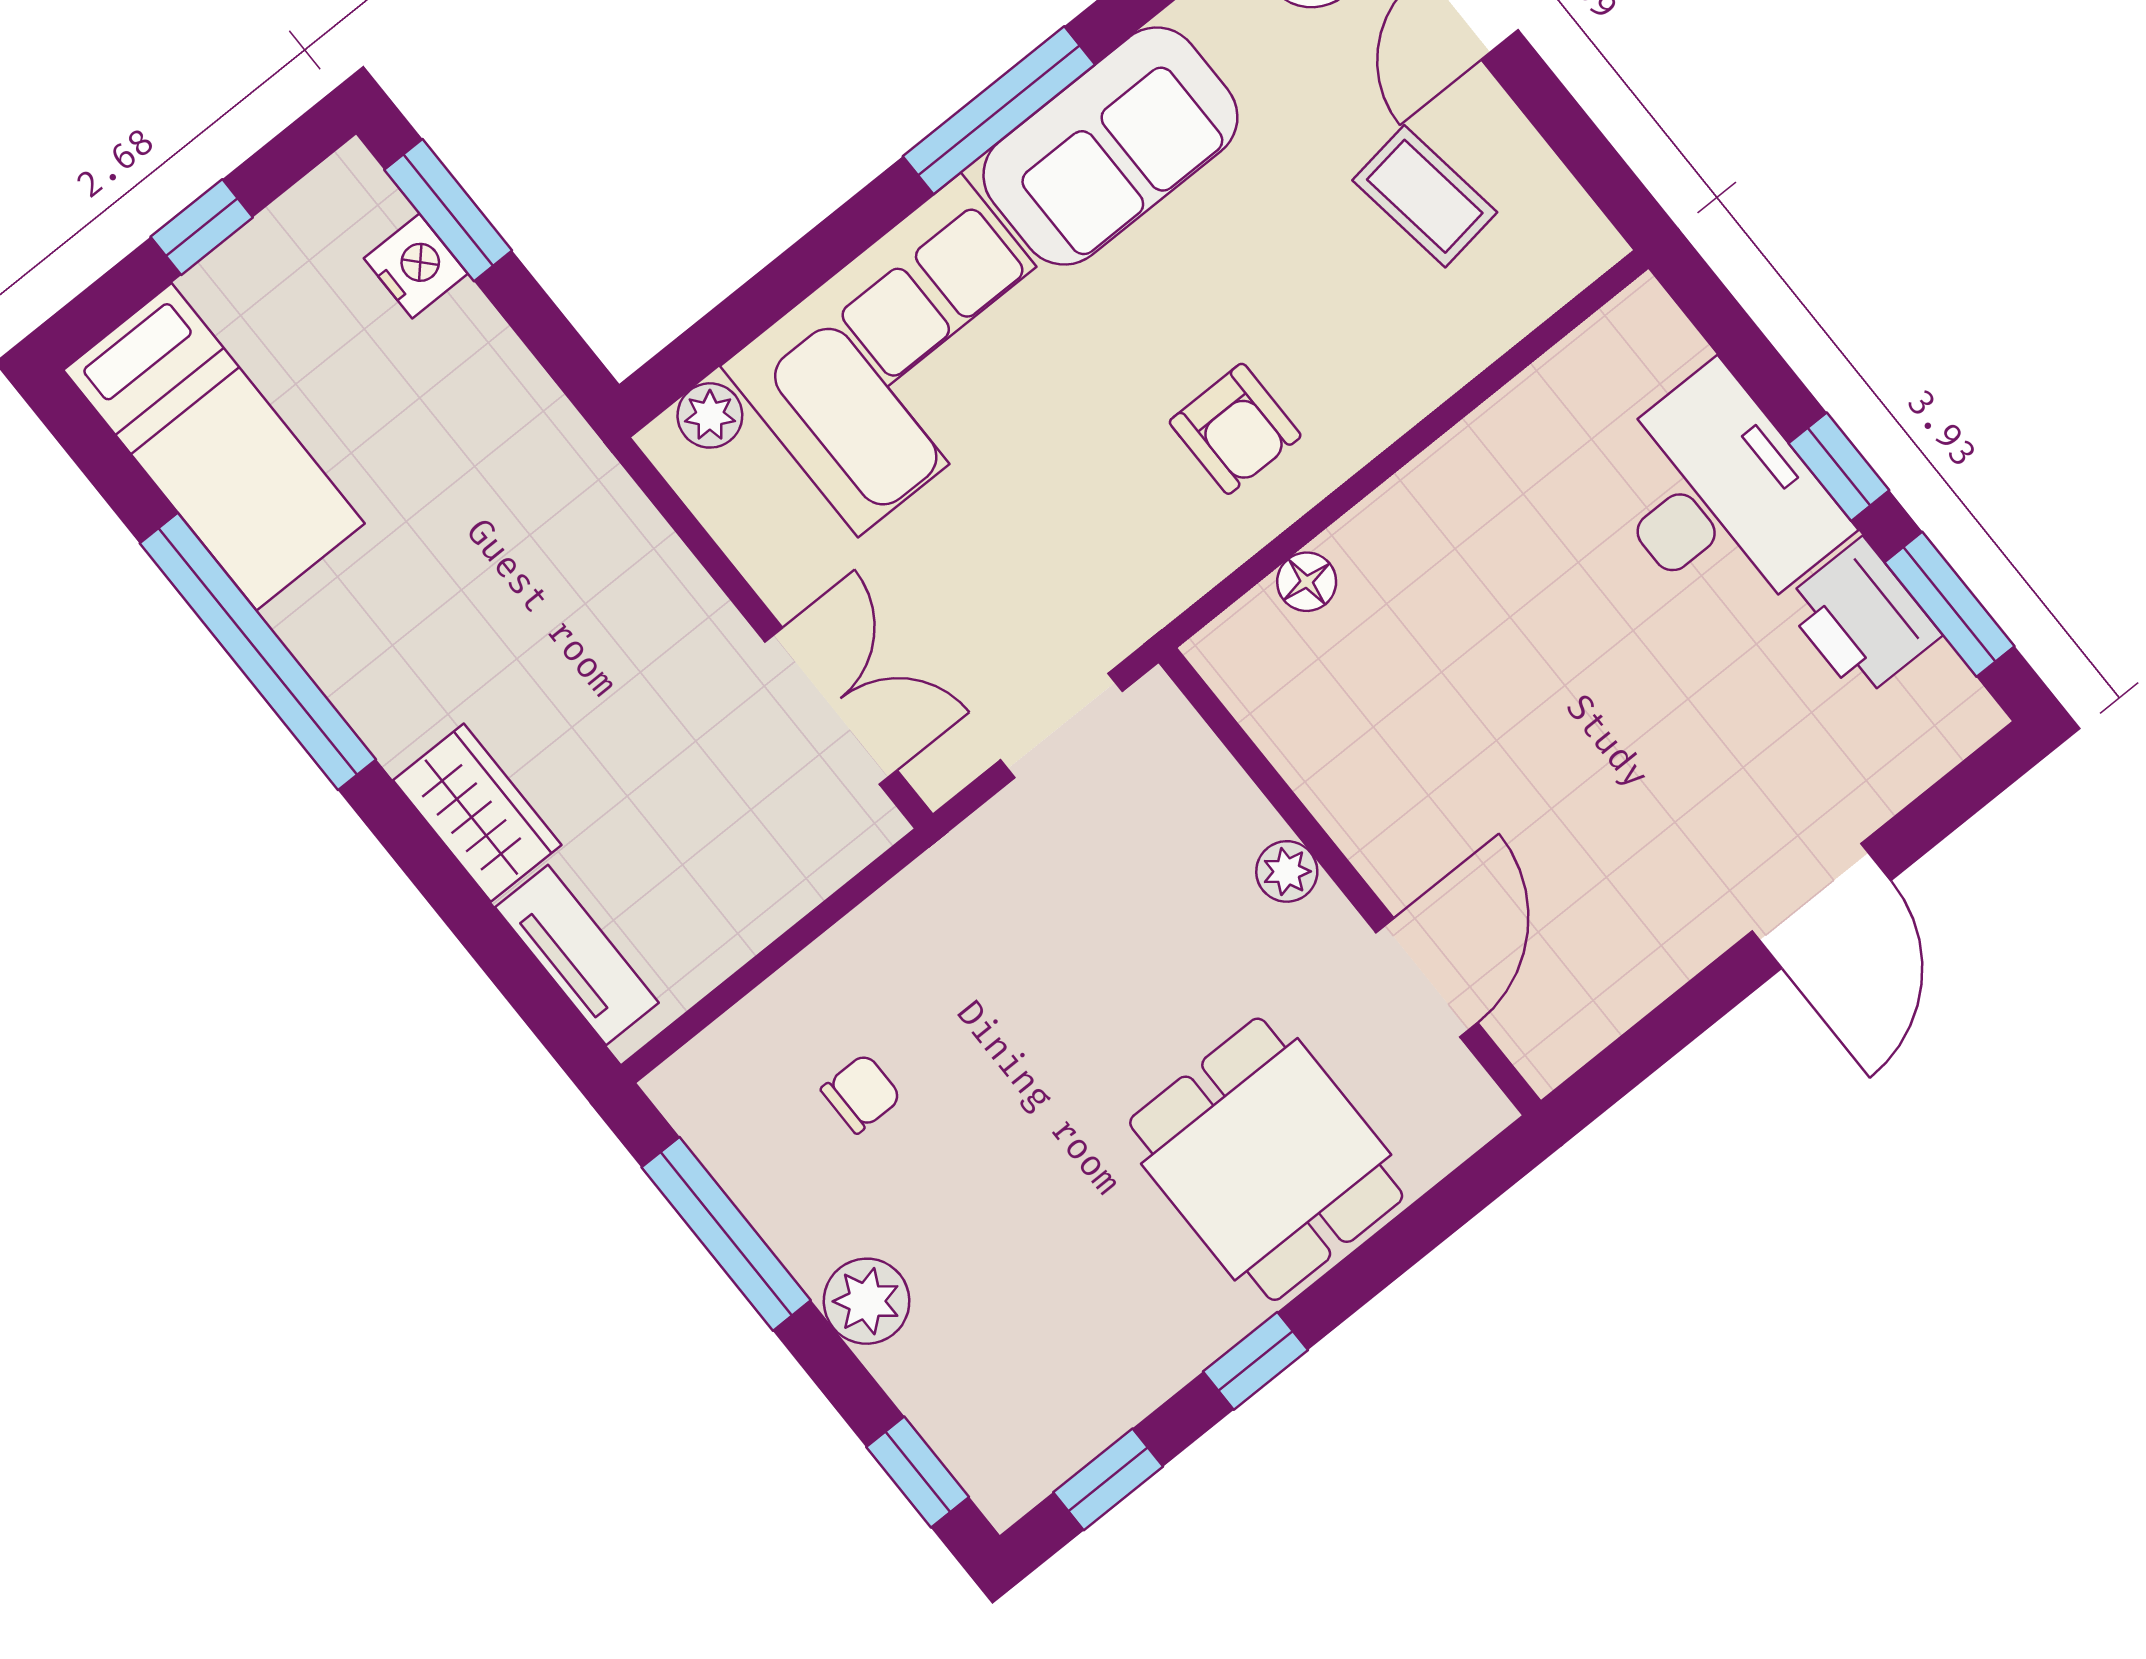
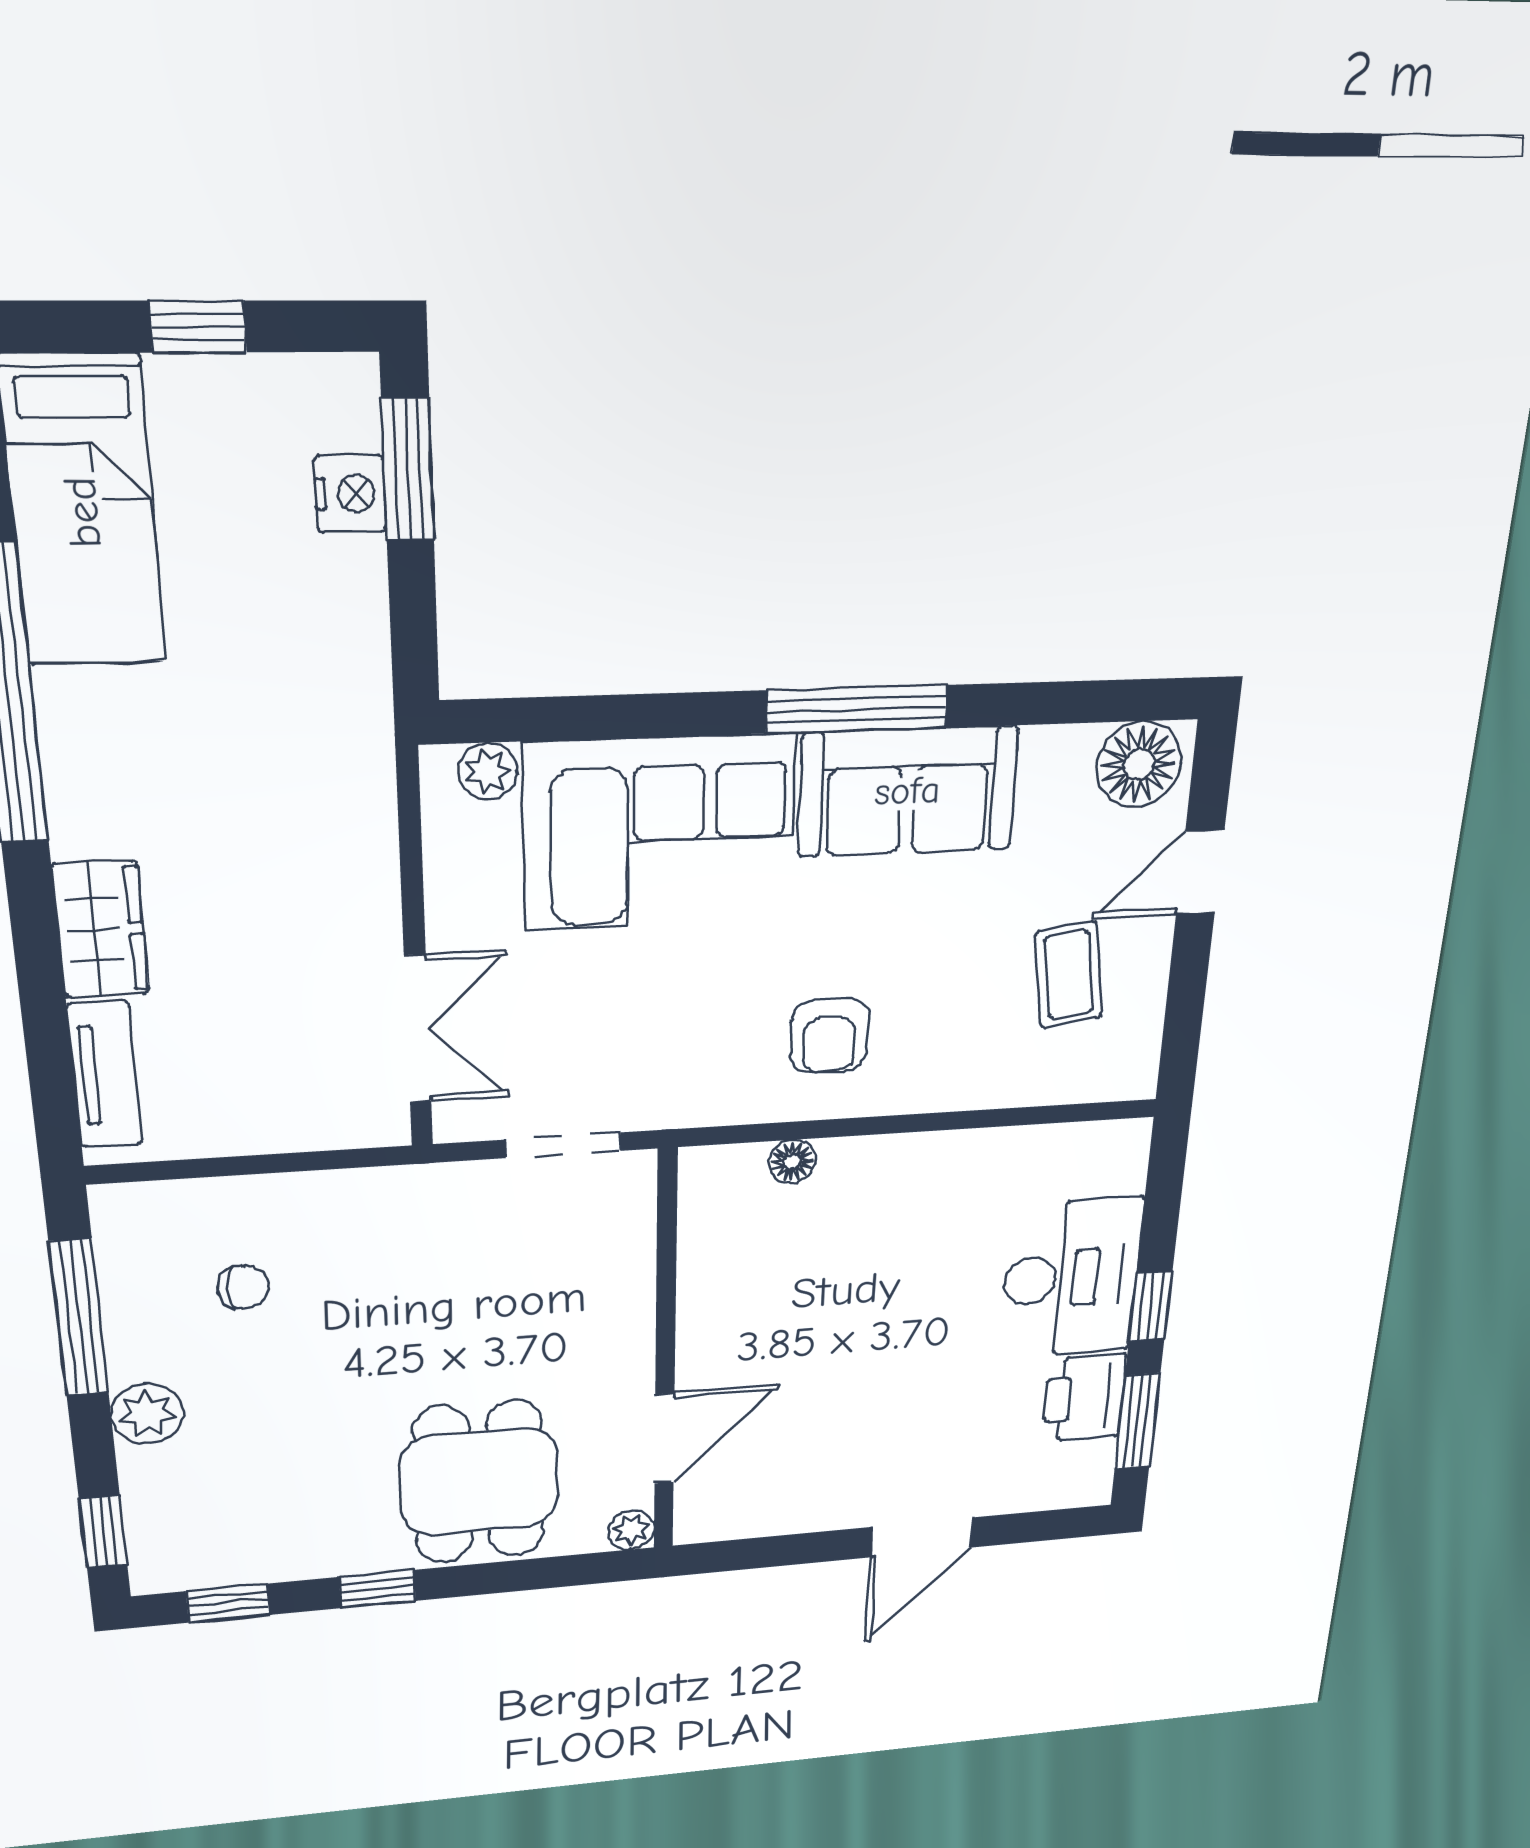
plant: (1287, 871) -> (631, 1530), moved

